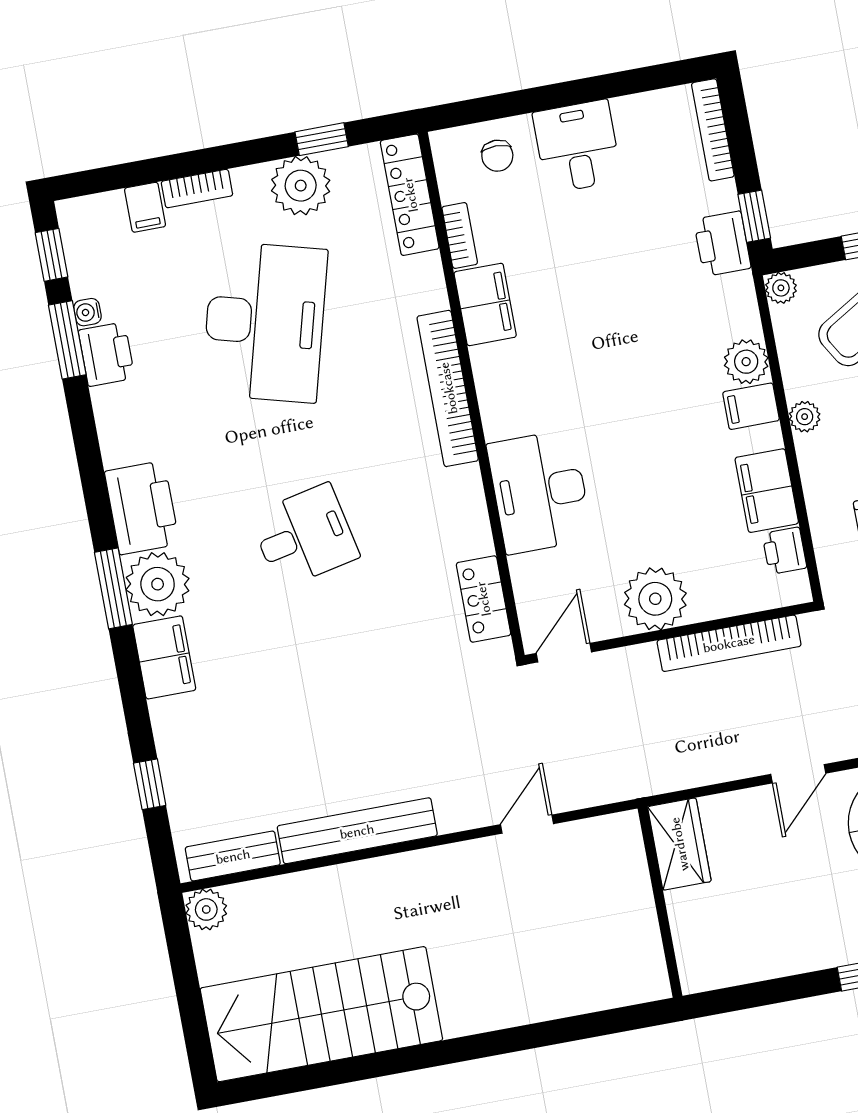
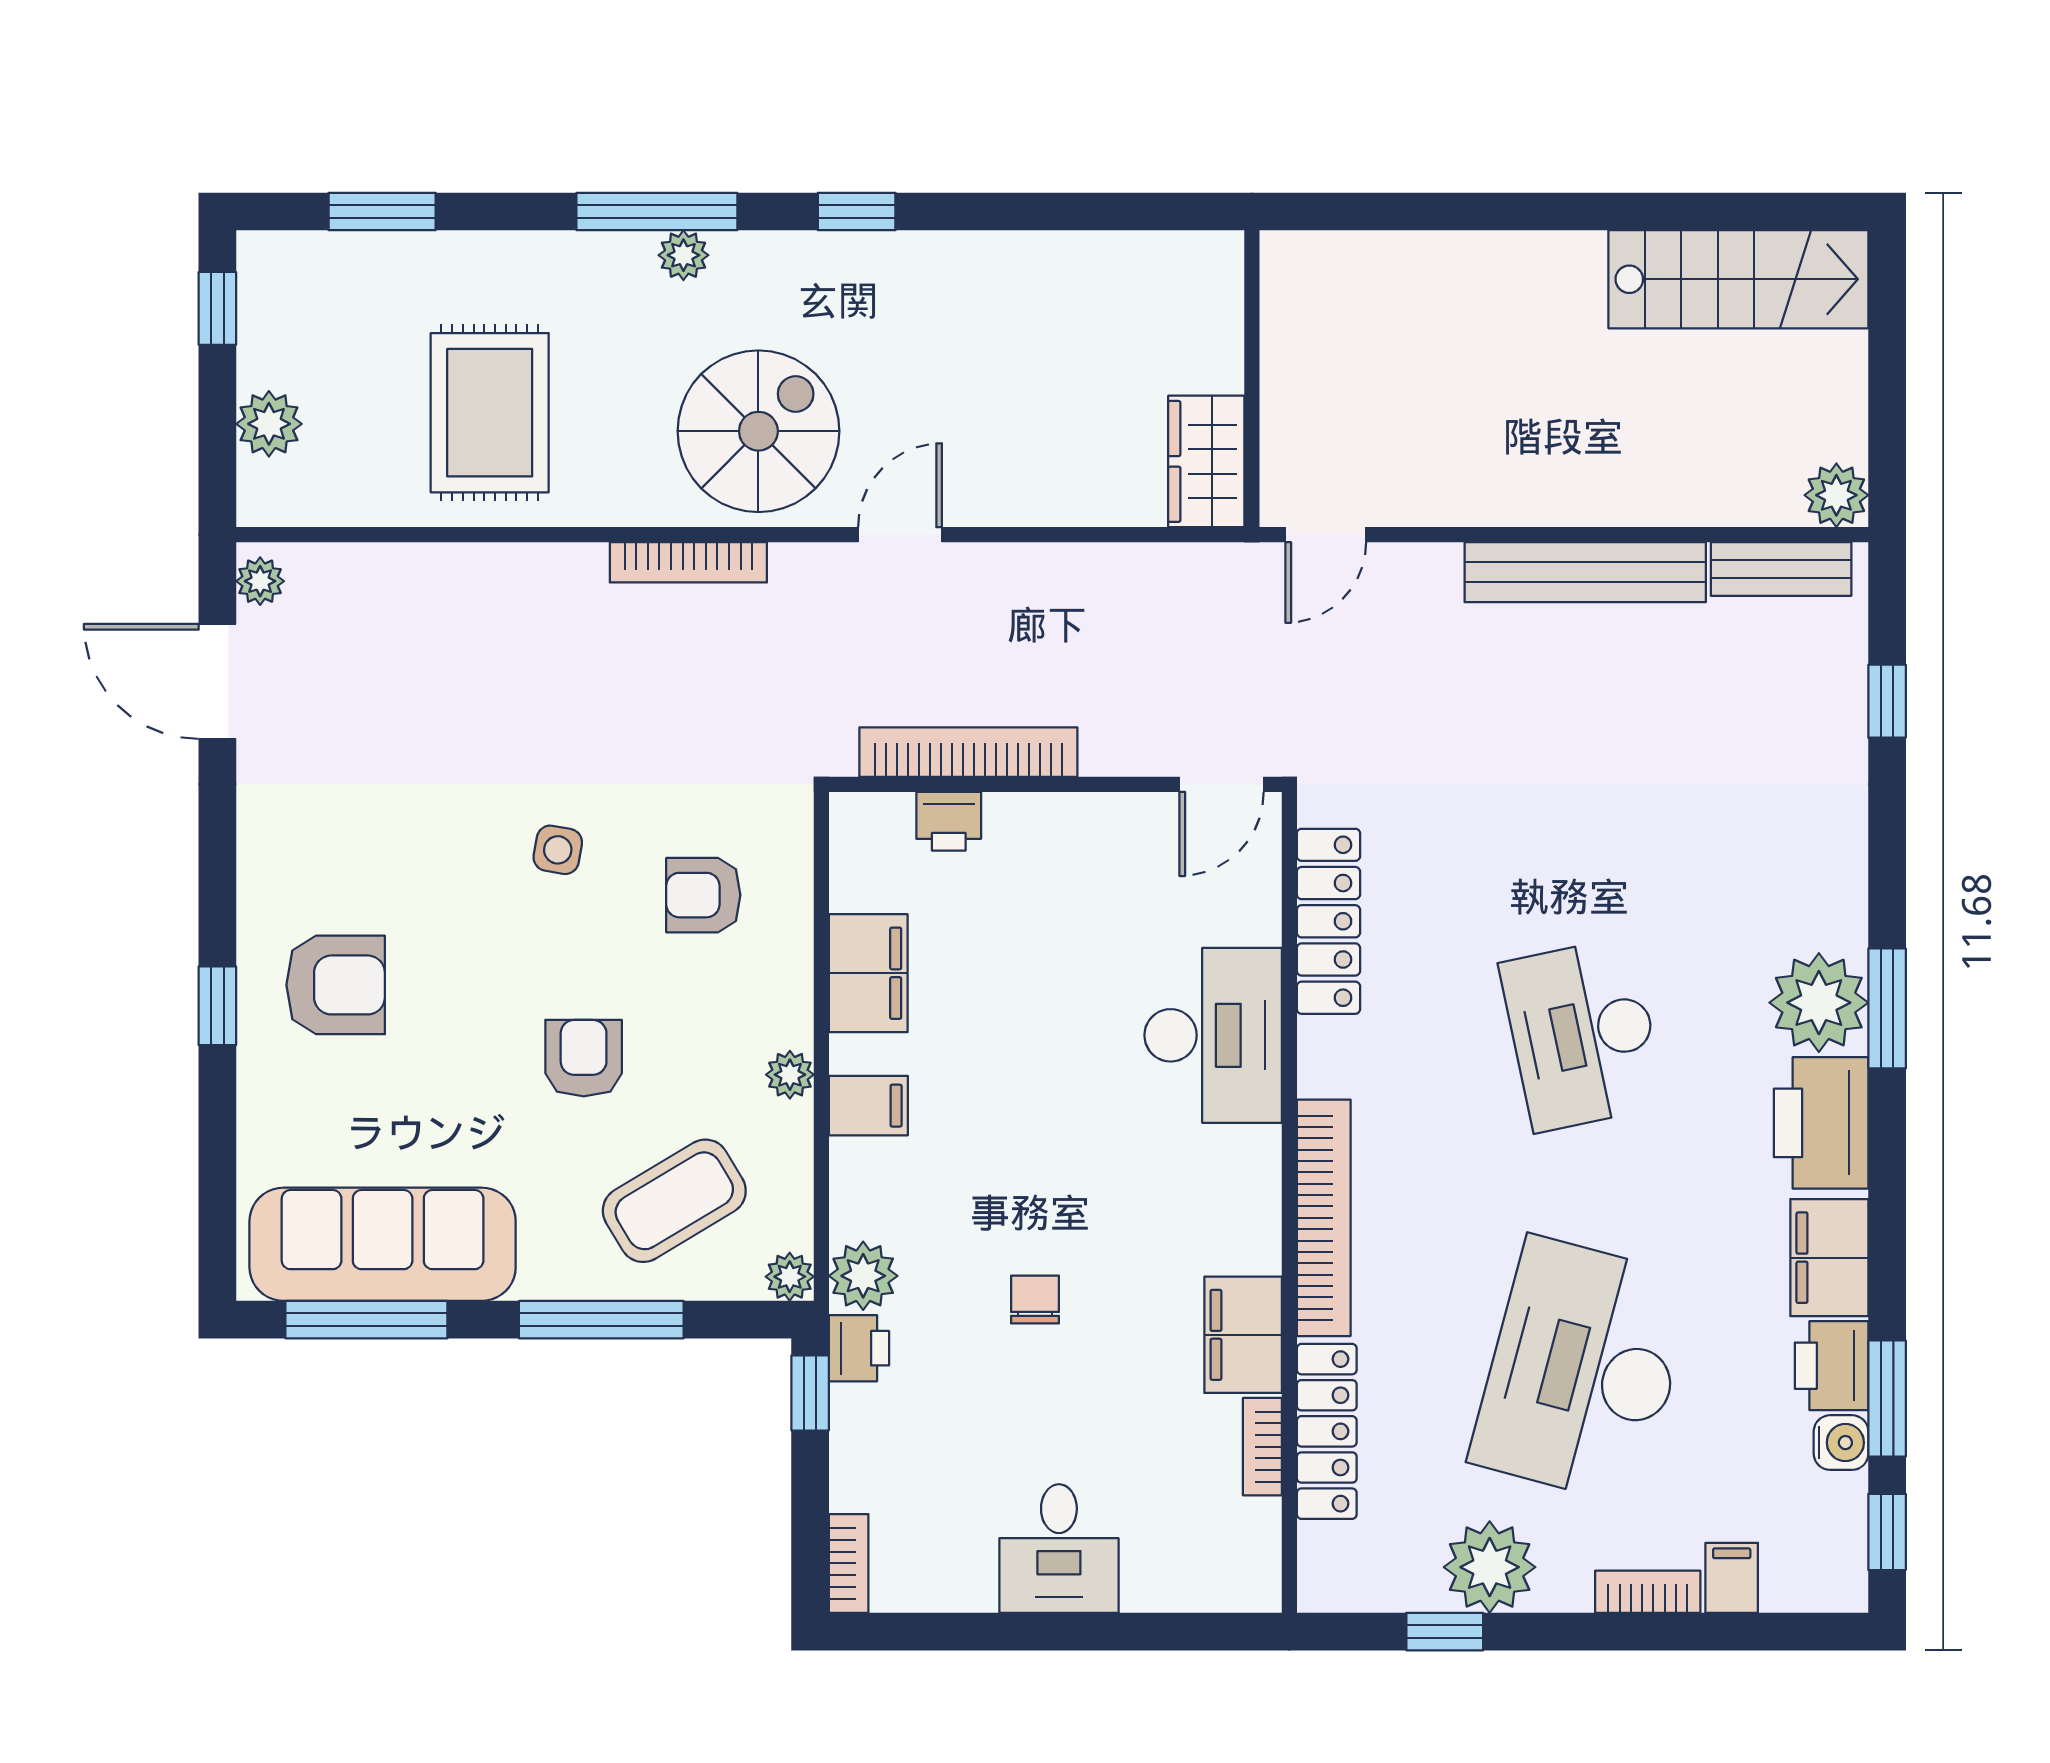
bookcase: (713, 130) -> (849, 1563), width x0.64
chair: (497, 156) -> (1035, 1300), moved
locker: (410, 195) -> (1327, 1431), moved
printer: (722, 244) -> (859, 1348), width x0.73, depth x0.81
water cooler: (87, 312) -> (1841, 1443), width x1.38, depth x1.38
plant: (746, 362) -> (863, 1276), moved
desk: (304, 536) -> (1583, 1034), width x1.37
printer: (784, 551) -> (949, 821), moved, turned 90
locker: (483, 599) -> (1328, 921), width x1.53
plant: (655, 599) -> (1068, 840), removed
filing cabinet: (164, 657) -> (1829, 1258), moved
wardrobe: (679, 844) -> (1206, 461), moved
wall: (660, 902) -> (1252, 379), moved
stairs: (321, 1014) -> (1738, 279), width x0.73, depth x0.66

